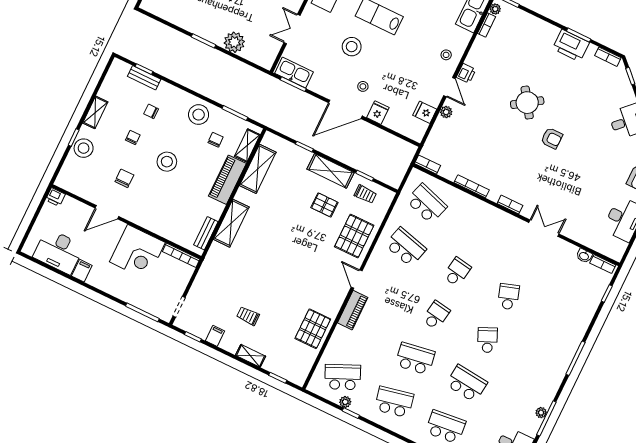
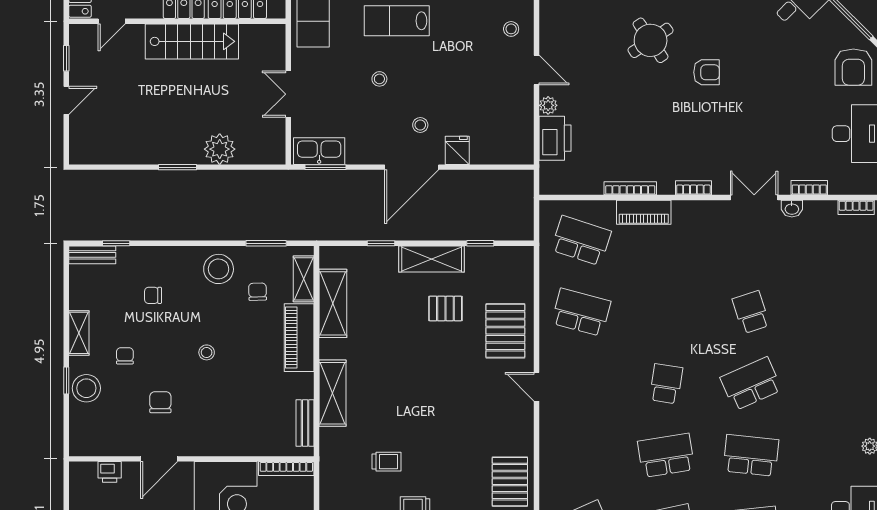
stool: (352, 47) -> (379, 79), width x0.53, depth x0.53
printer: (466, 73) -> (555, 138), moved, width x1.87, depth x1.48
bench: (144, 78) -> (92, 255), moved
fridge: (425, 112) -> (520, 120), removed
chair: (133, 137) -> (125, 356), moved
stool: (167, 162) -> (207, 352), width x0.53, depth x0.53
bookcase: (428, 165) -> (809, 188), moved
trolley: (365, 194) -> (386, 462), moved
printer: (55, 197) -> (110, 472), moved
washbasin: (584, 256) -> (792, 209), moved
school desk: (457, 272) -> (666, 312), removed
piano: (353, 310) -> (644, 212), moved, turned 90
school desk: (487, 340) -> (751, 384), width x1.85

